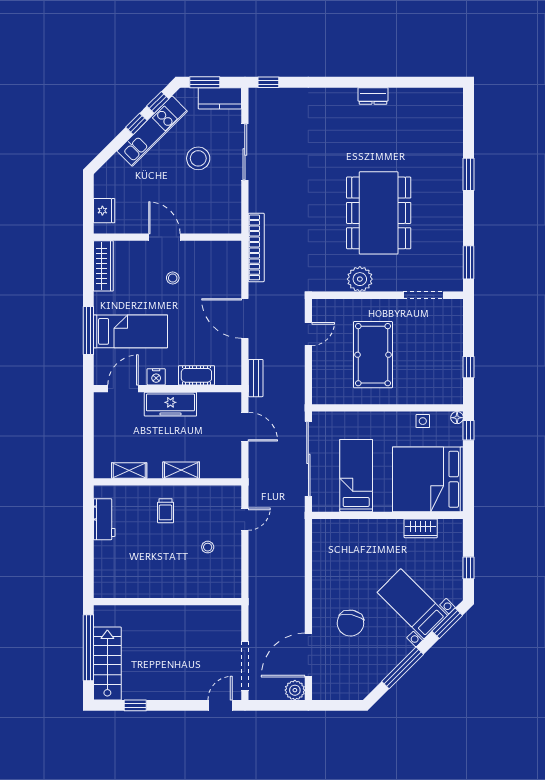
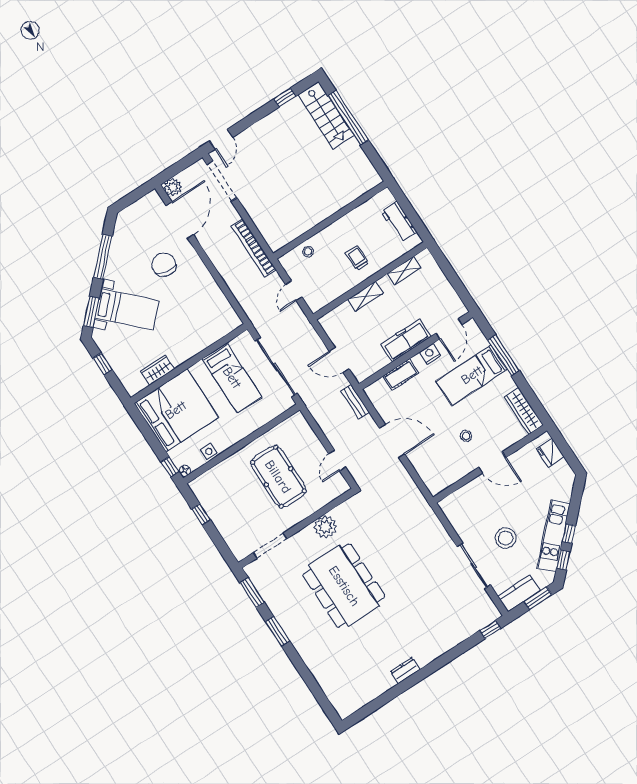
window: (469, 174) -> (277, 631), moved
bookcase: (256, 247) -> (254, 248), moved
wall: (168, 602) -> (330, 220), moved

